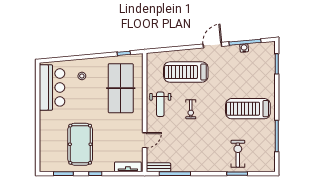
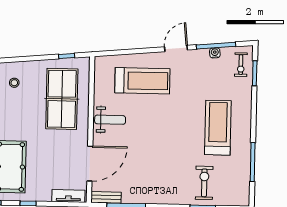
treadmill: (186, 72) -> (142, 81), turned 180
weight bench: (160, 104) -> (110, 120), turned -90
exercise bike: (191, 109) -> (241, 65), moved
treadmill: (248, 109) -> (218, 128), turned 90
door: (145, 140) -> (90, 164), width x1.88

